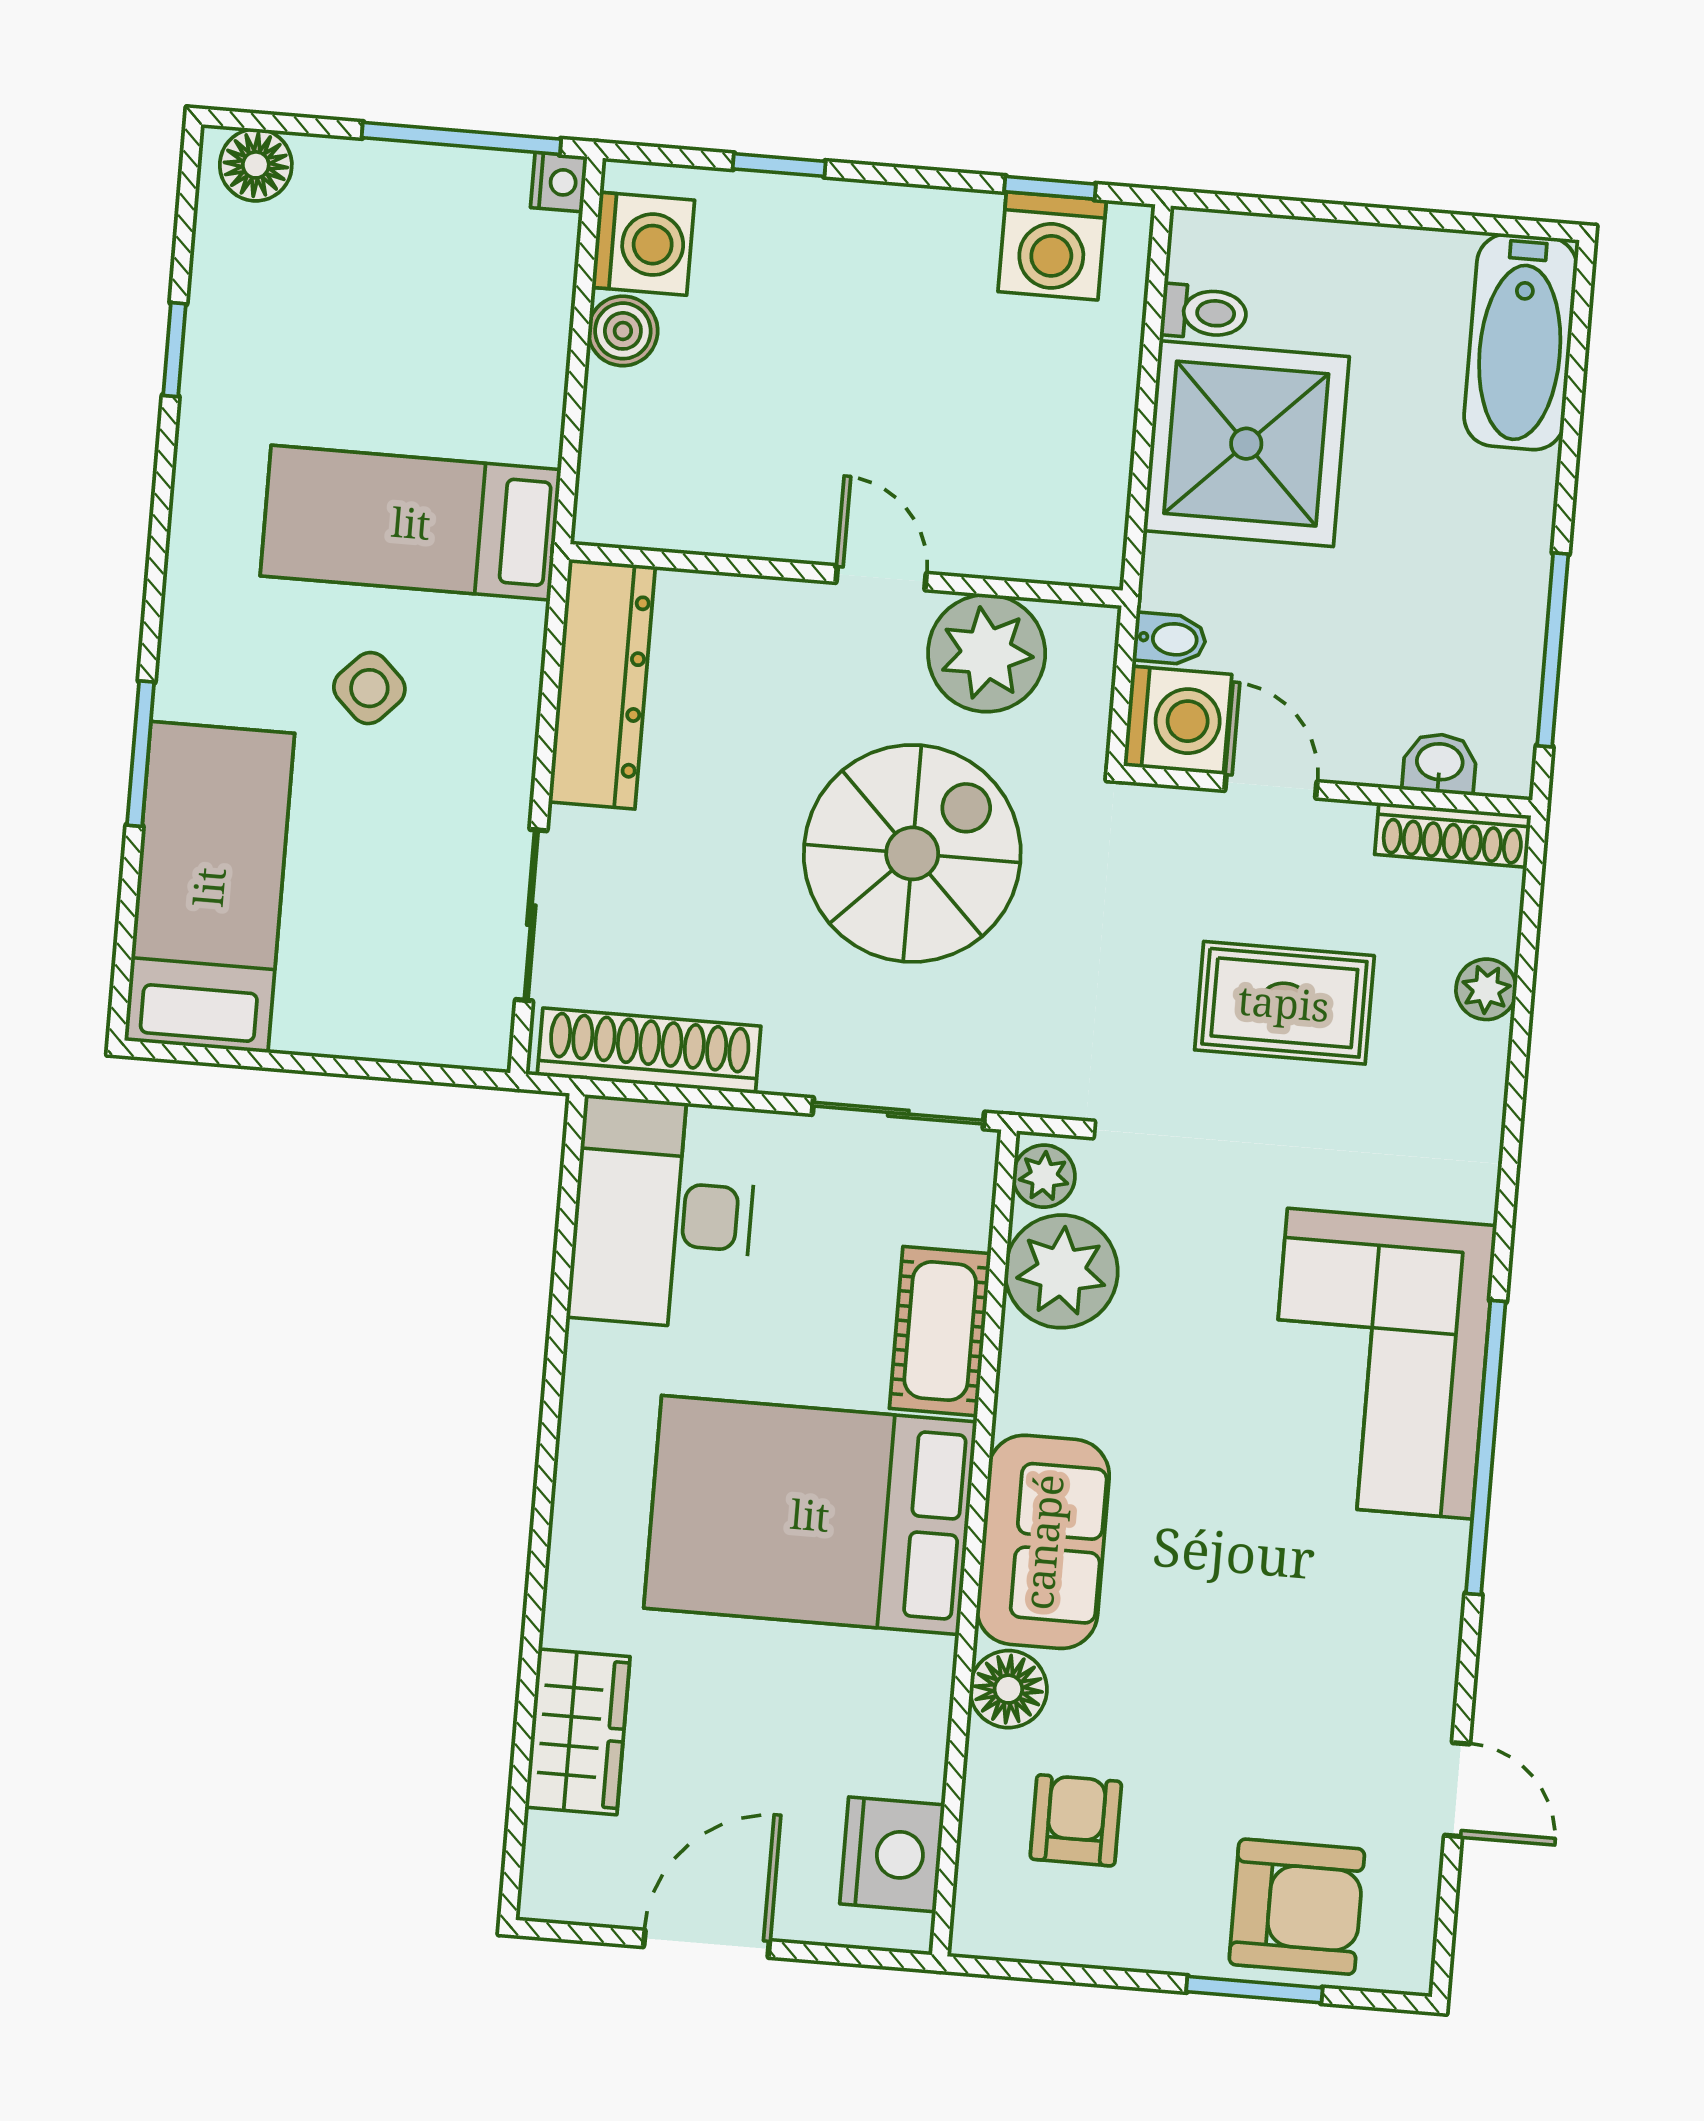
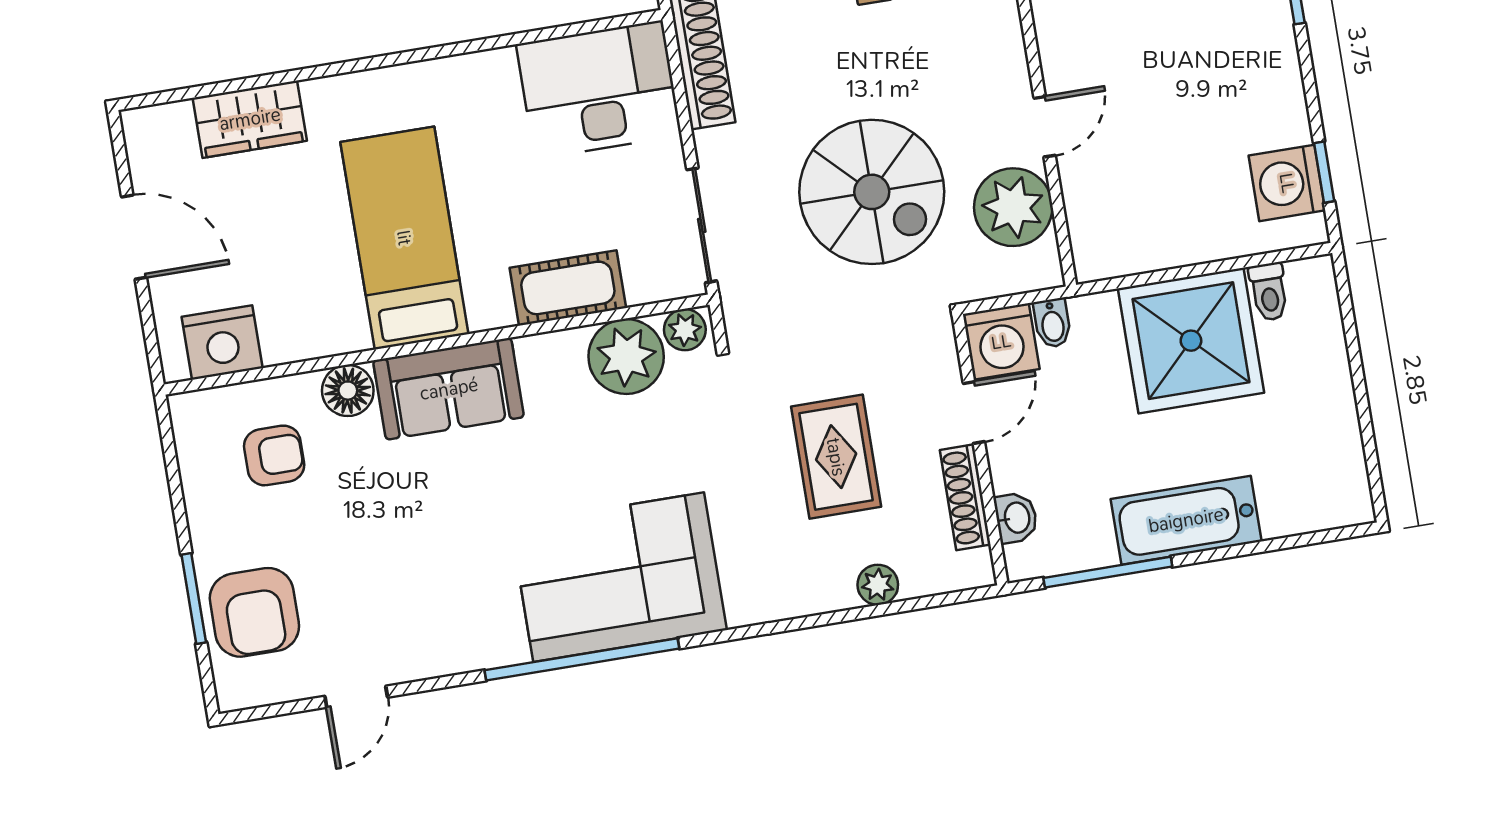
bathtub: (1521, 342) -> (1186, 520), moved
shoe rack: (1453, 835) -> (965, 497), moved
bed: (810, 1515) -> (404, 238), width x0.67

